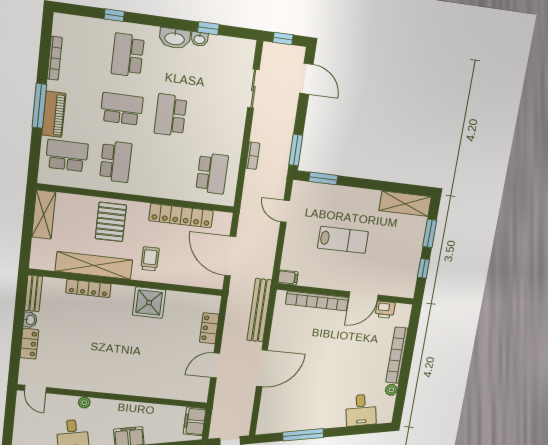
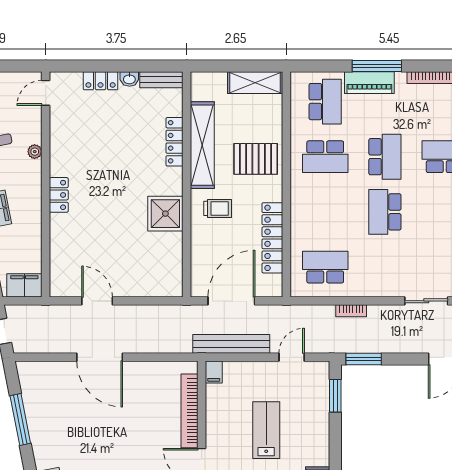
school desk: (171, 115) -> (385, 212), turned -90
school desk: (212, 173) -> (325, 267), turned 180
lab bench: (343, 240) -> (266, 430), turned 180
bench: (259, 310) -> (231, 344), moved
locker: (209, 328) -> (59, 195), moved, turned 90

